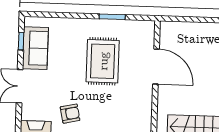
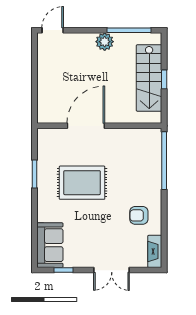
sofa: (35, 48) -> (50, 245), moved, turned 90
armchair: (70, 114) -> (139, 215), turned -78

